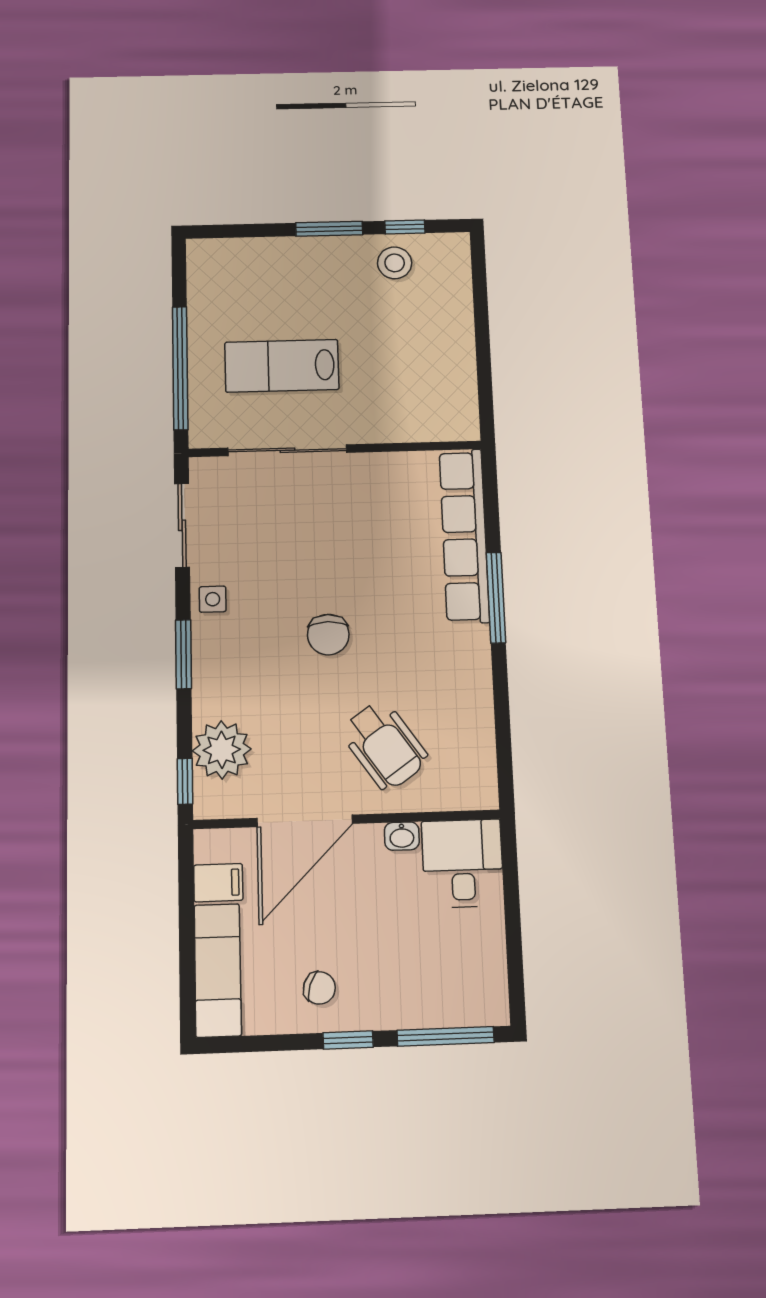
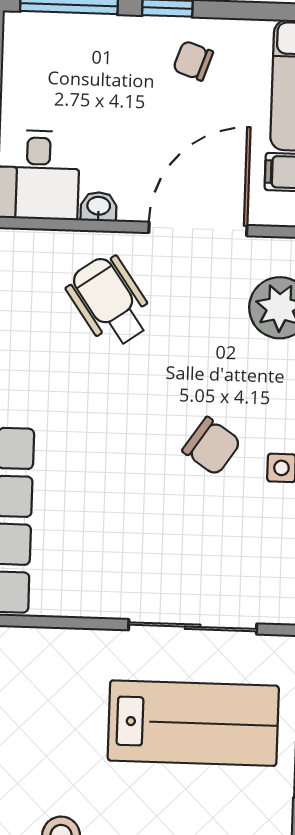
lab bench: (282, 366) -> (193, 723), width x1.36, depth x1.39
chair: (328, 635) -> (212, 446), moved, turned 124

